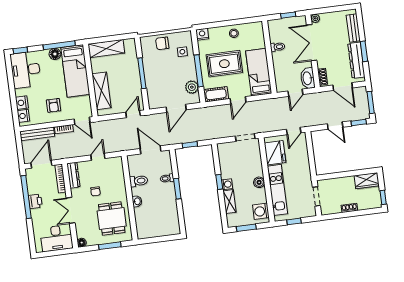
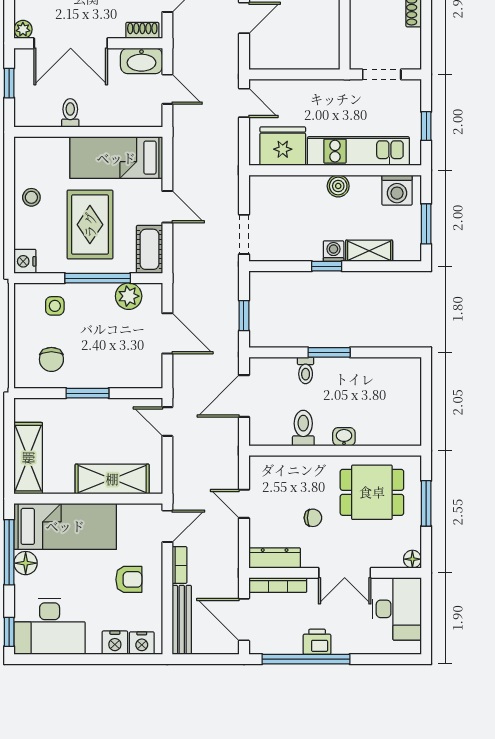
chair: (162, 43) -> (51, 359), moved
window: (142, 73) -> (87, 393), width x0.69
doorway: (245, 137) -> (244, 234), moved

